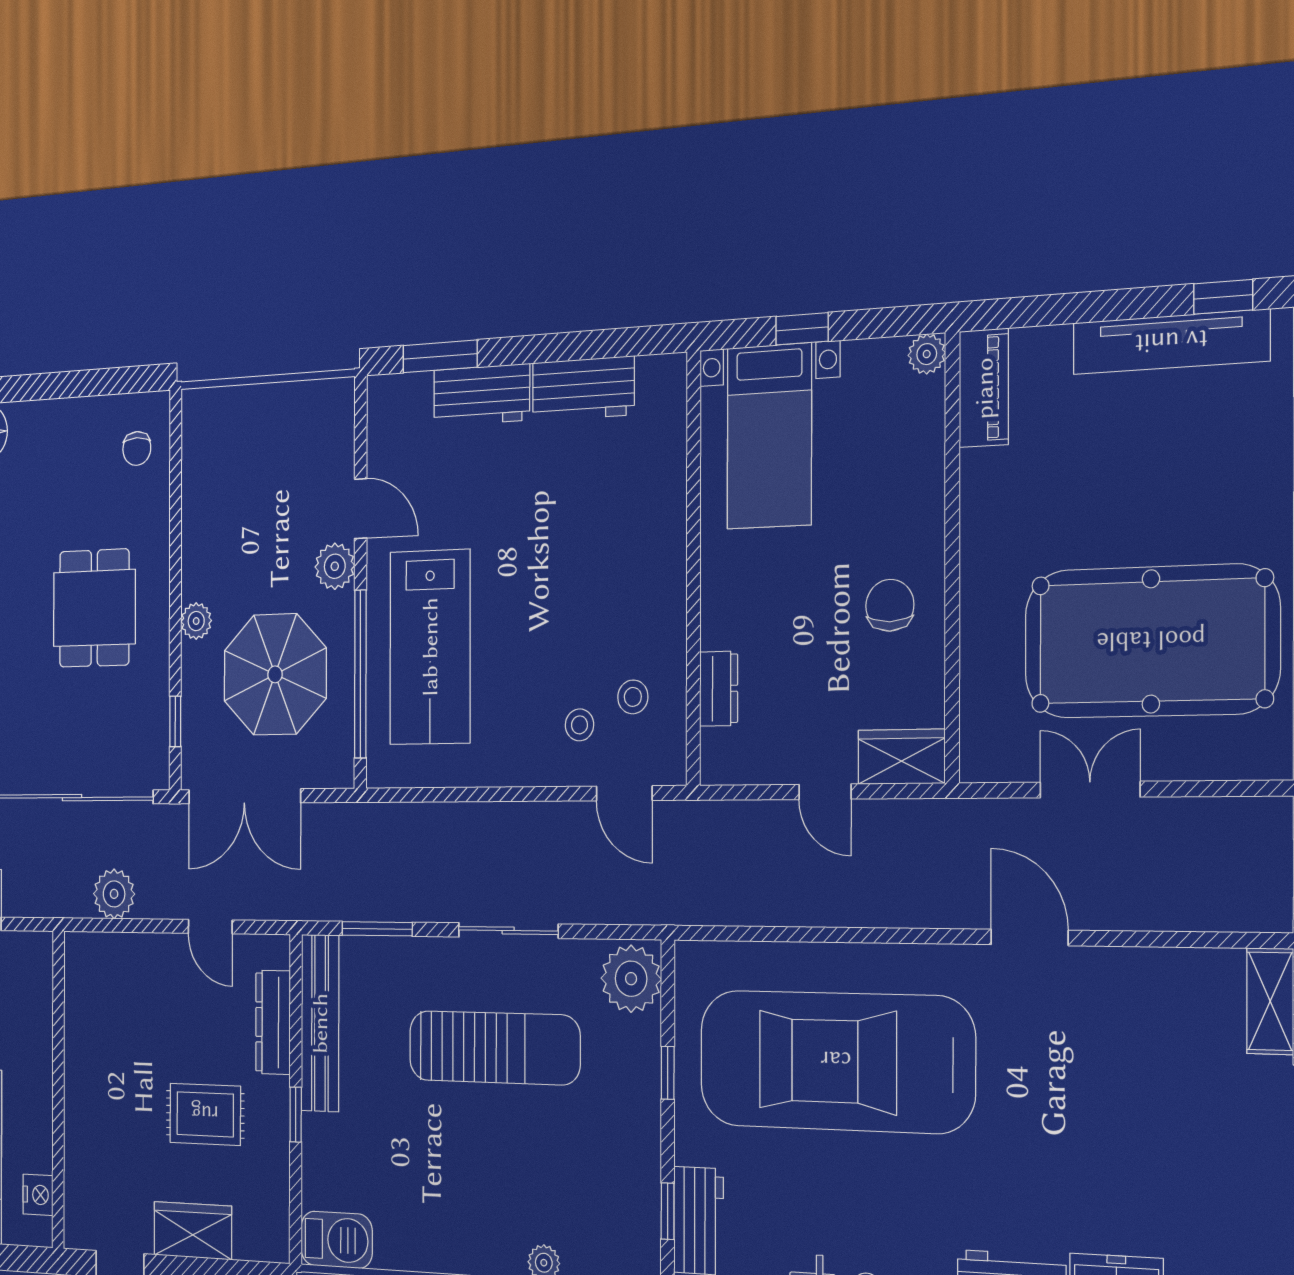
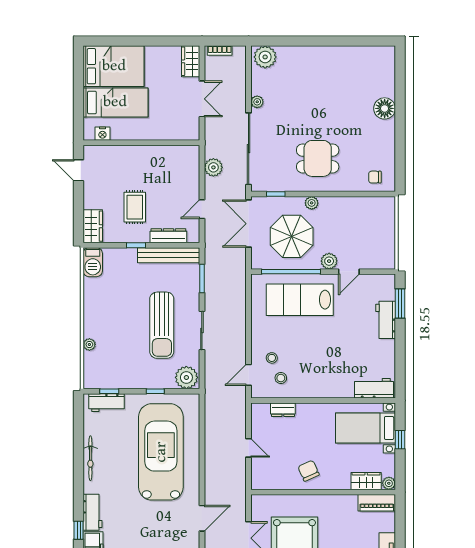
workbench: (583, 389) -> (374, 388), moved, turned 90
chair: (890, 605) -> (309, 471), turned -114
wardrobe: (901, 757) -> (366, 481), moved, turned -90
door: (825, 792) -> (249, 448), swing flipped
wardrobe: (193, 1231) -> (93, 226), moved

